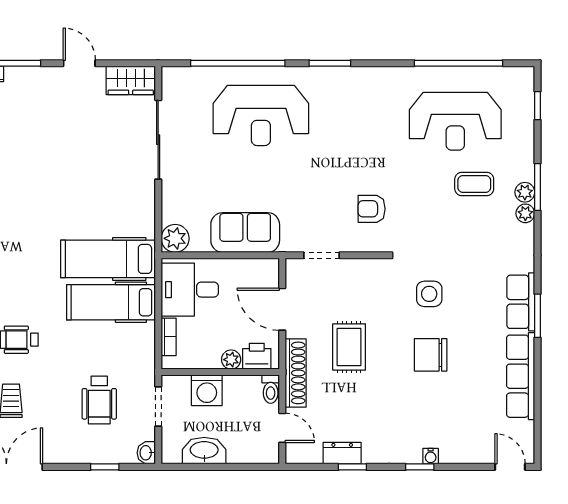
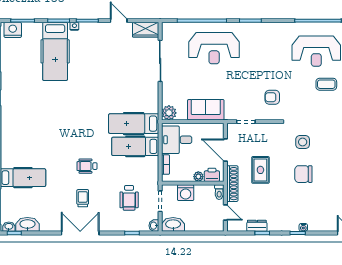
washbasin: (204, 451) -> (173, 224), moved

